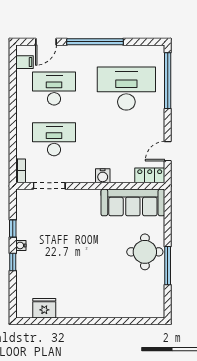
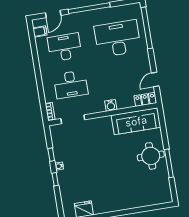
desk: (54, 139) -> (71, 84), turned 180

